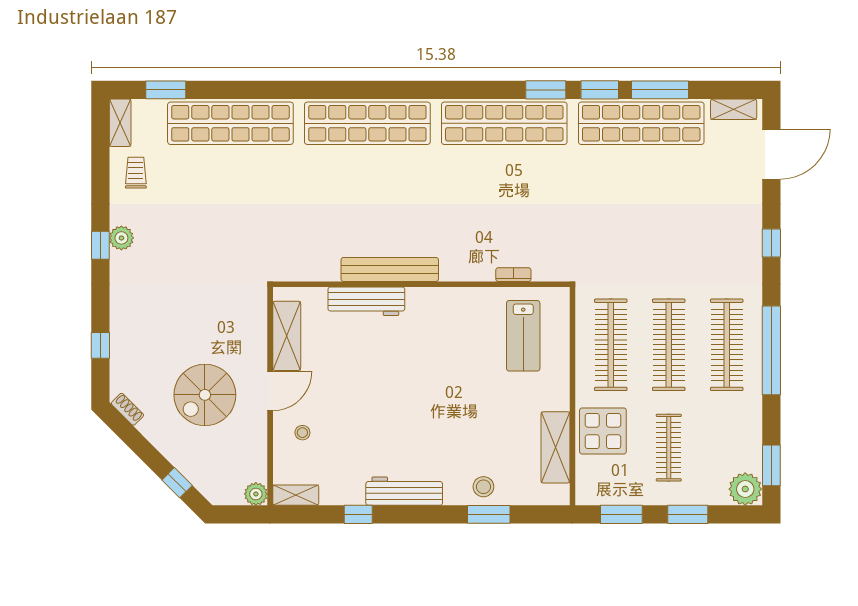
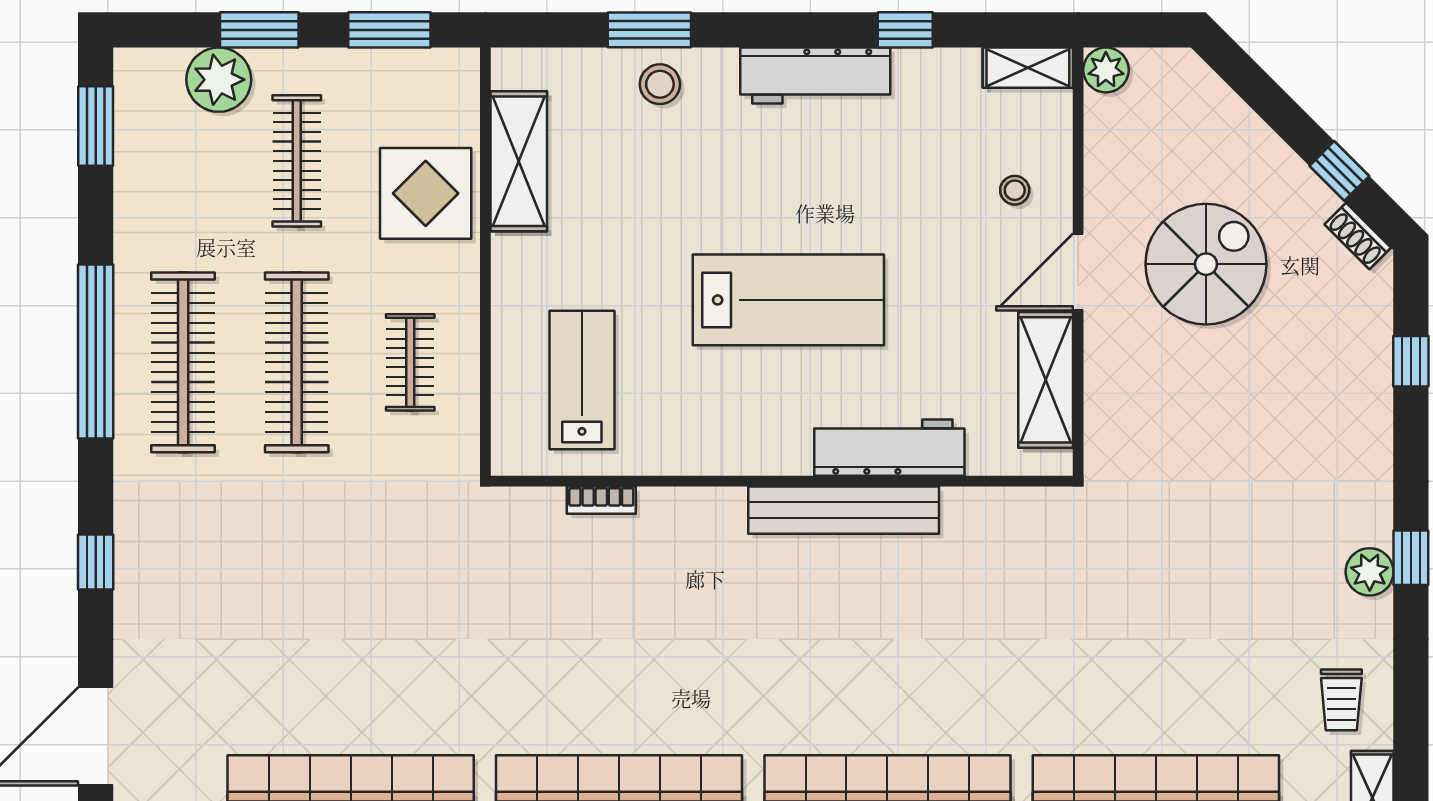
clothes rail: (611, 345) -> (410, 362), width x0.54, depth x0.76
lab bench: (418, 377) -> (788, 300), added
window: (177, 483) -> (1339, 171), moved
plant: (745, 489) -> (219, 80), moved

